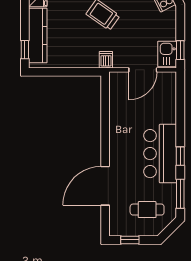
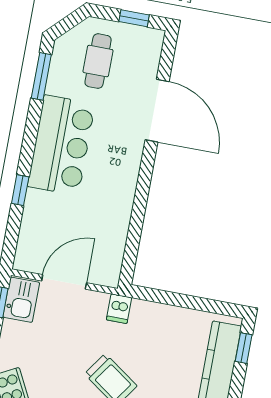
window: (180, 156) -> (20, 190), moved
door: (105, 186) -> (157, 111), hinge flipped
cafe table: (147, 210) -> (98, 61), turned 90

